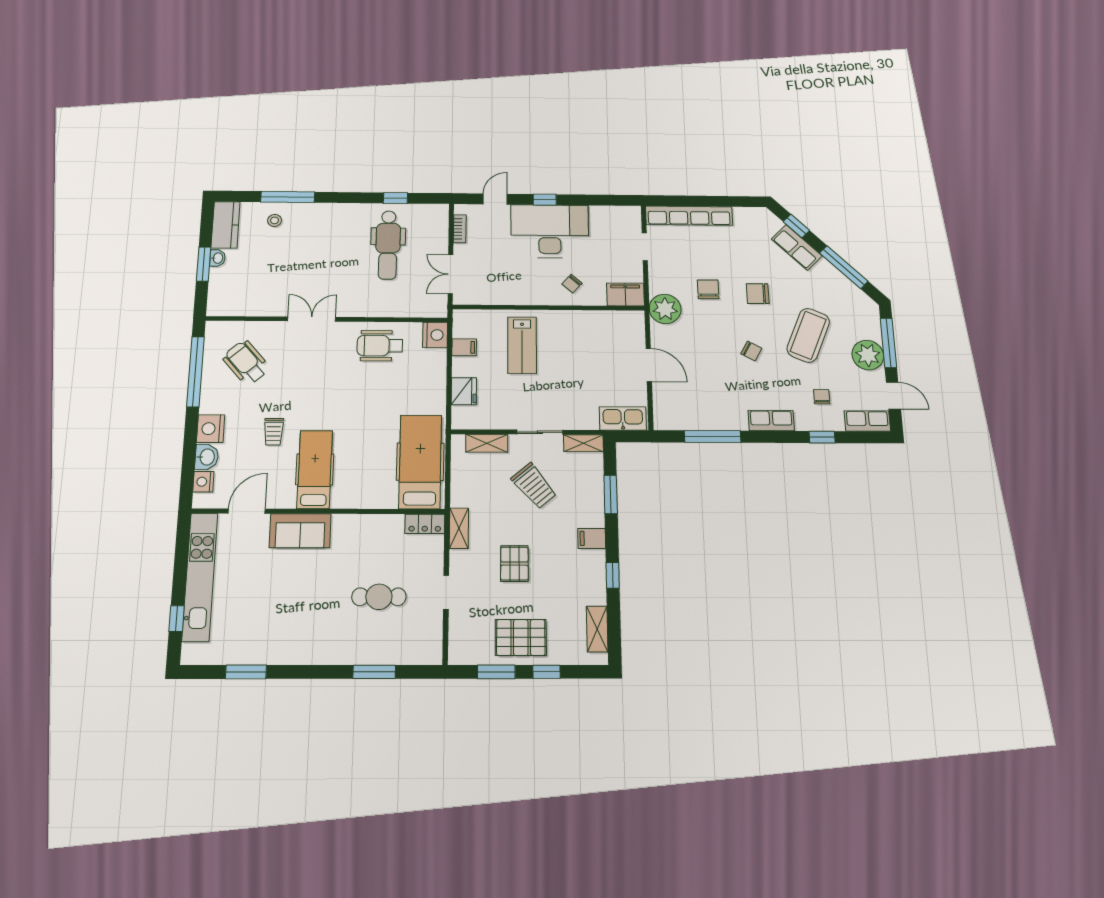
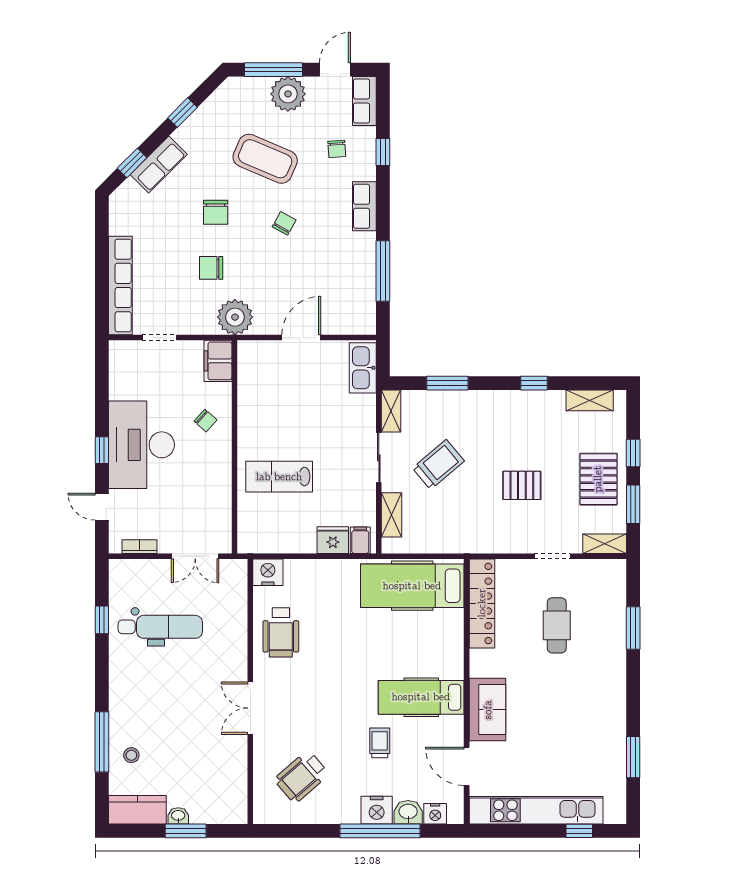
window: (844, 267) -> (182, 113), width x0.46
lab bench: (522, 345) -> (279, 477), turned 180
filing cabinet: (464, 347) -> (360, 540), moved
window: (195, 372) -> (380, 831), moved
chair: (822, 397) -> (337, 149), turned -94
trolley: (274, 432) -> (380, 743), turned -90
locker: (425, 524) -> (482, 603), width x2.16, depth x1.21
shelving: (459, 528) -> (605, 544), moved
filing cabinet: (592, 538) -> (495, 404), removed

